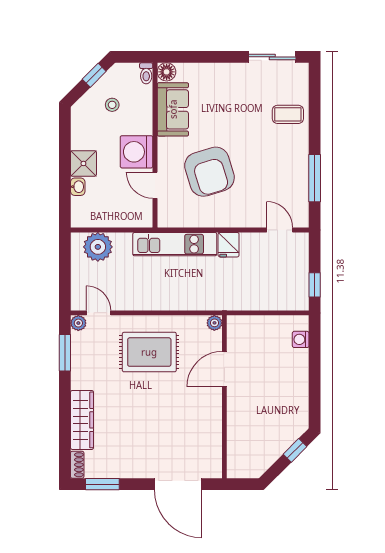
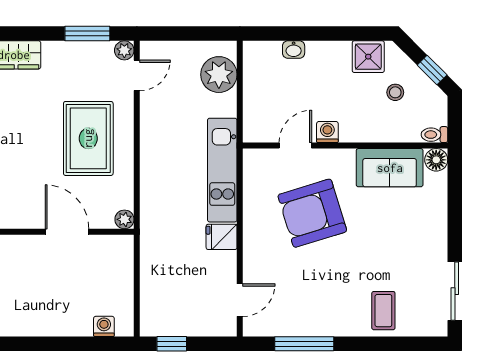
washing machine: (136, 152) -> (327, 132), width x0.53, depth x0.53
shower: (83, 163) -> (368, 57), moved

